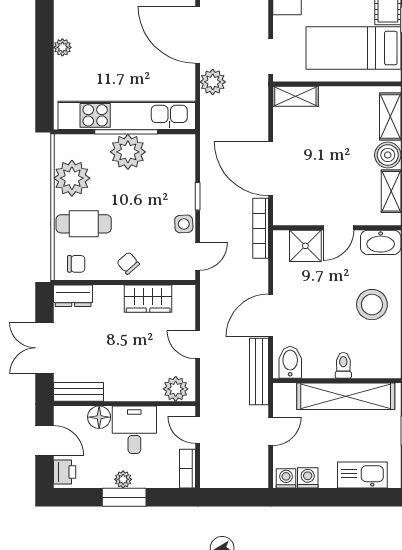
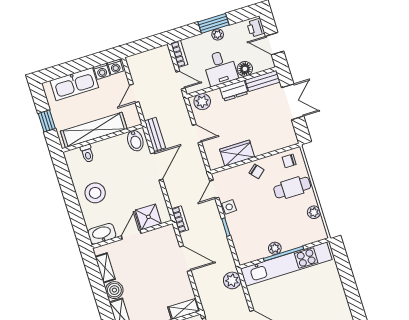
plant: (62, 47) -> (340, 294), removed
plant: (213, 82) -> (232, 280), moved
plant: (128, 152) -> (275, 248), width x0.53, depth x0.53
door: (271, 169) -> (185, 259), width x0.73
plant: (72, 178) -> (314, 212), width x0.53, depth x0.53
bookcase: (261, 228) -> (180, 219), width x0.64
dresser: (73, 296) -> (234, 91), moved, turned 180
toilet: (343, 365) -> (87, 153), moved
bench: (259, 372) -> (155, 134), width x0.73
kitchen sink: (362, 475) -> (74, 84), width x1.36, depth x1.24

